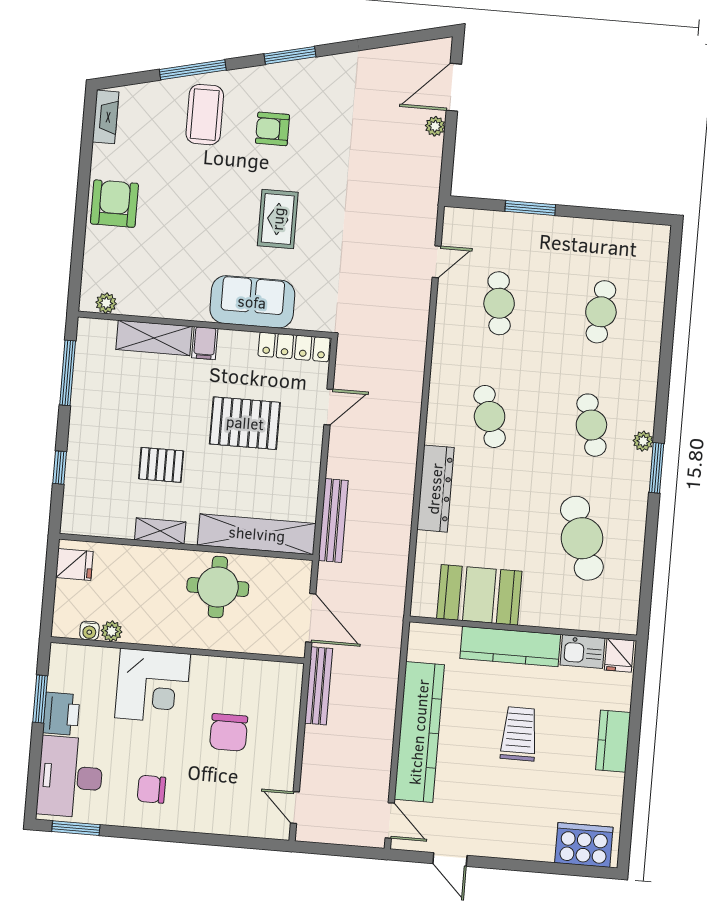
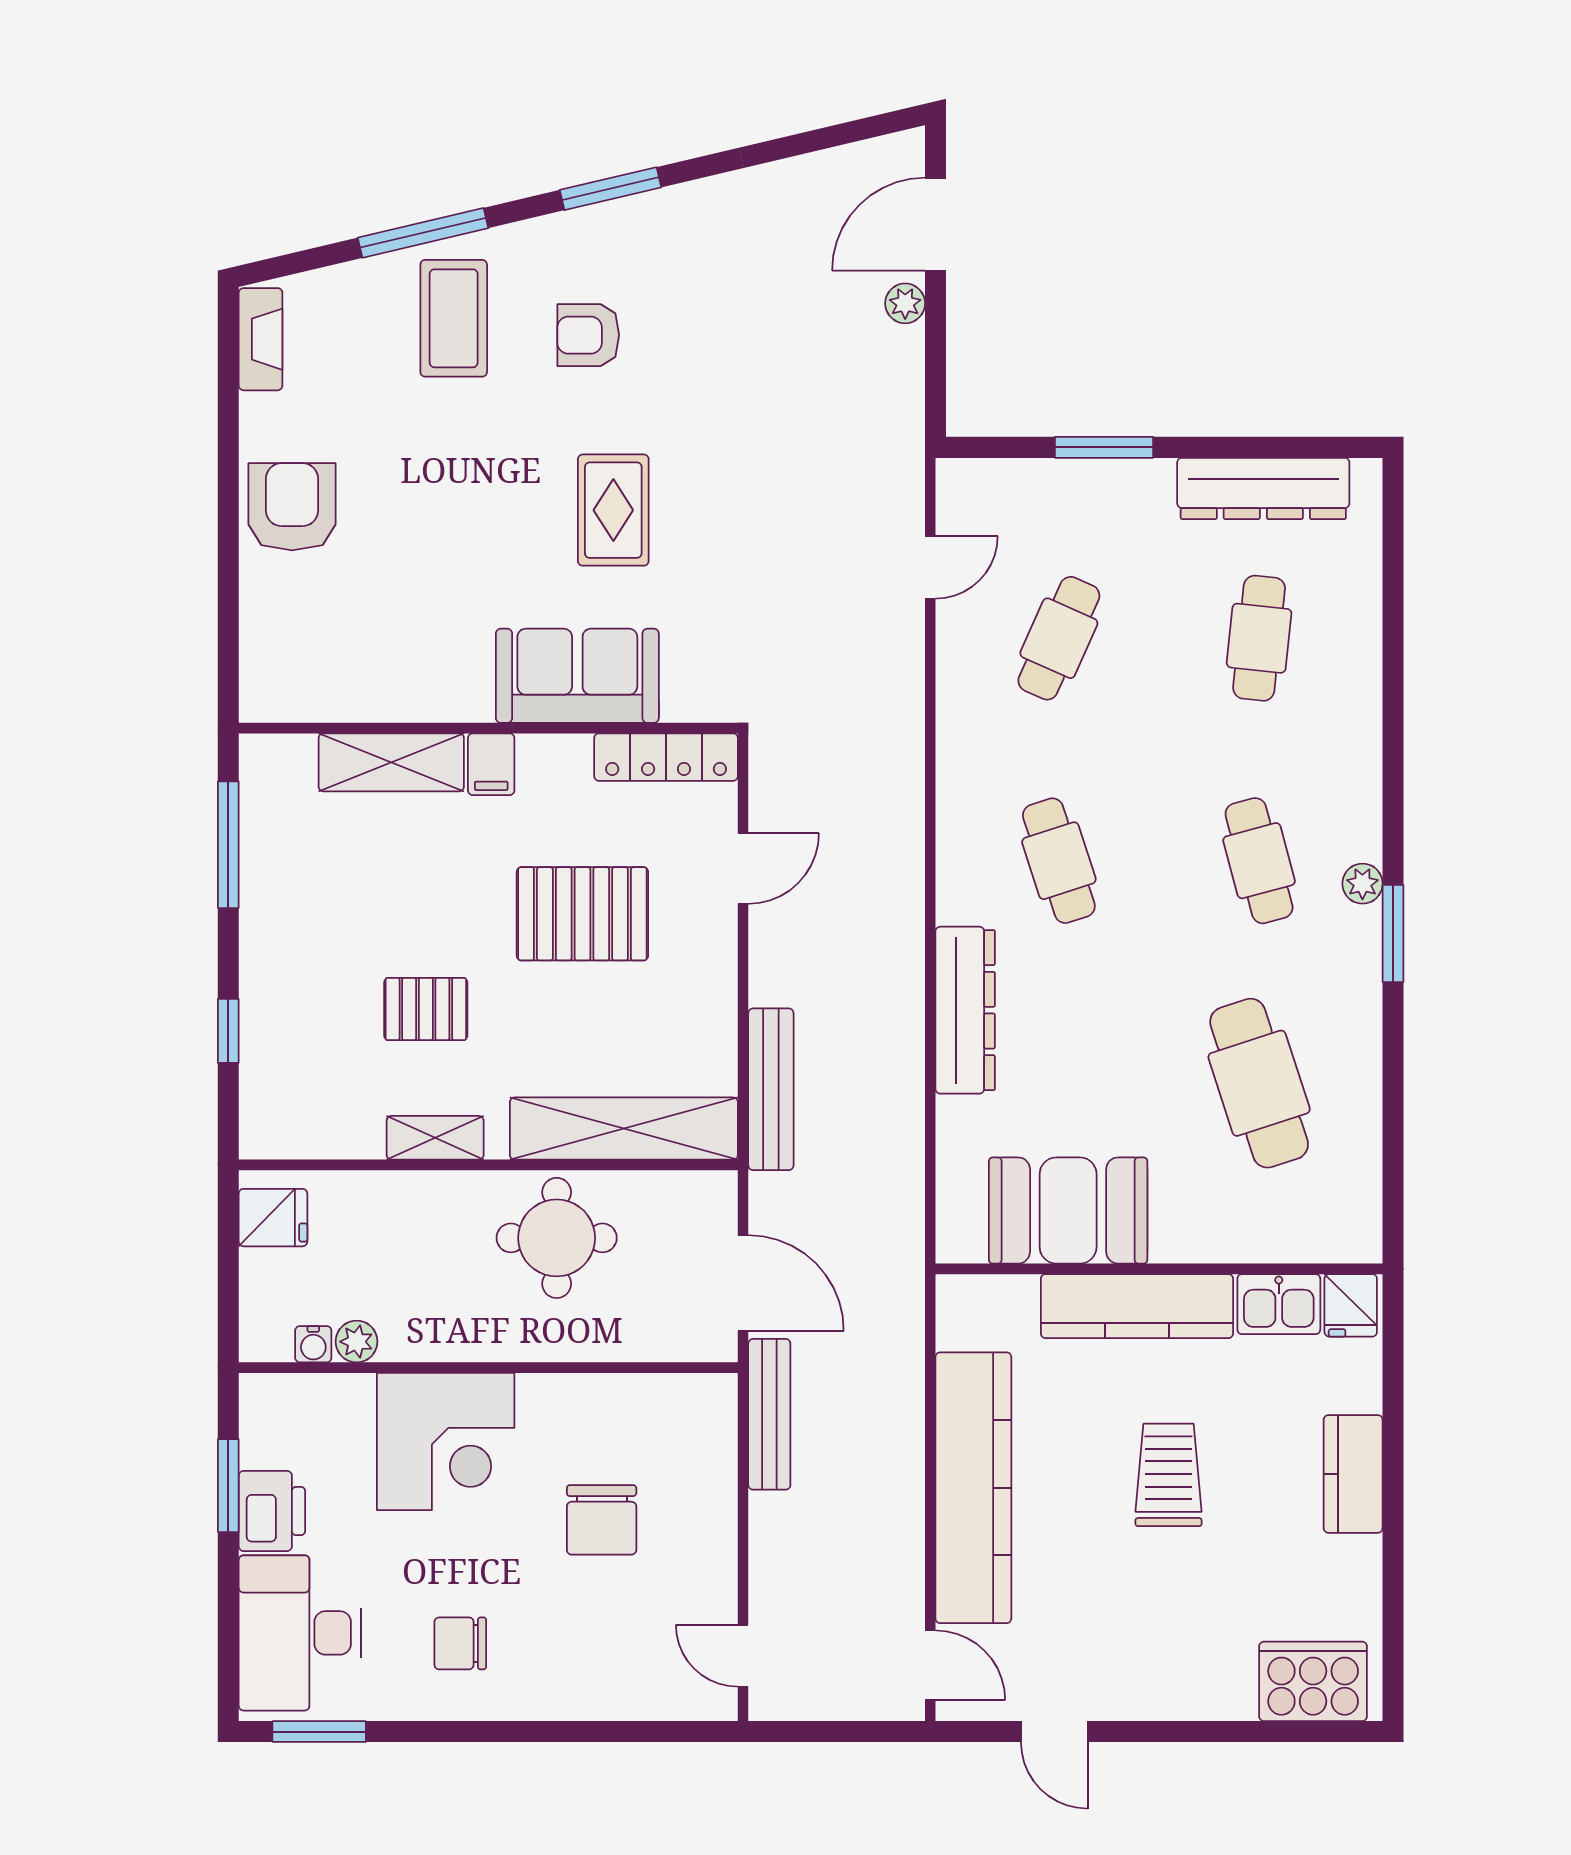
dresser: (610, 236) -> (1263, 488), added
plant: (106, 303) -> (292, 702), removed
cafe table: (499, 303) -> (1059, 638), turned 30

